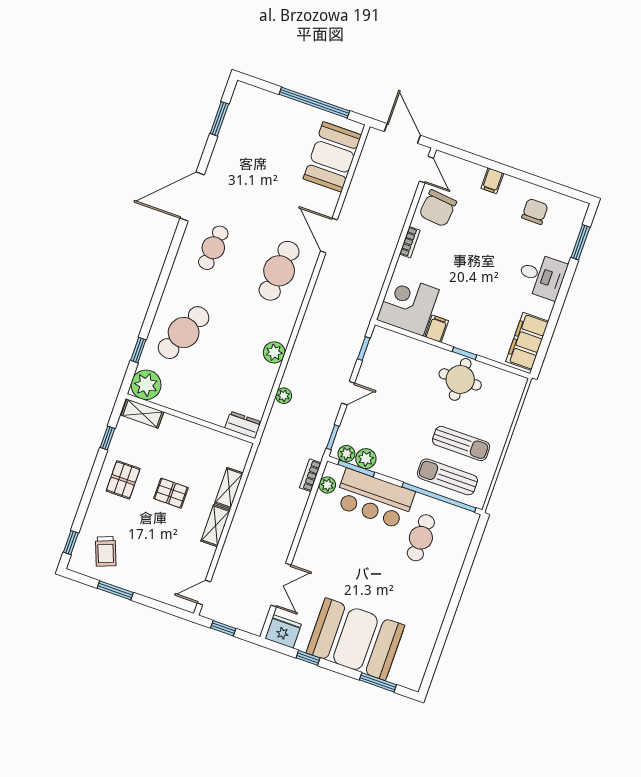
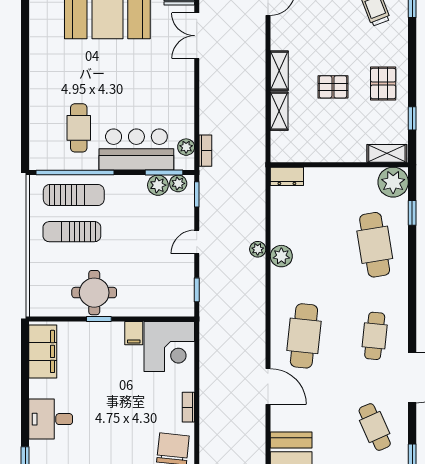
cafe table: (243, 163) -> (375, 427), added
cafe table: (184, 333) -> (375, 245), turned -33
plant: (284, 396) -> (258, 249), moved

